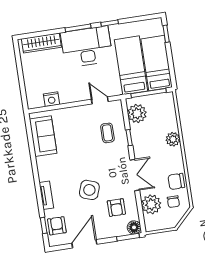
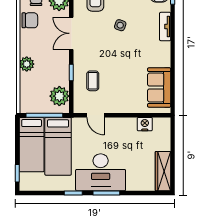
wardrobe: (41, 43) -> (163, 171), moved, turned -90
side table: (89, 190) -> (120, 25), width x0.54, depth x0.54

